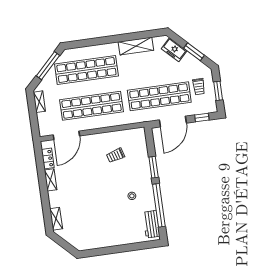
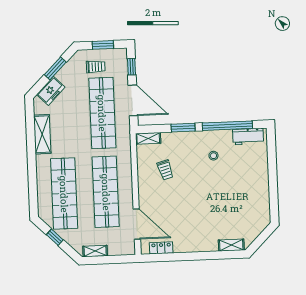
window: (48, 66) -> (55, 237), width x0.46
shelving: (50, 180) -> (148, 138), moved

